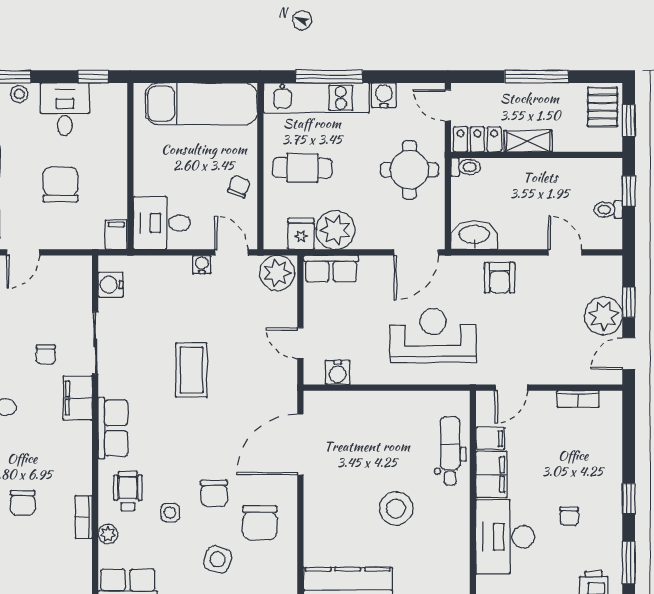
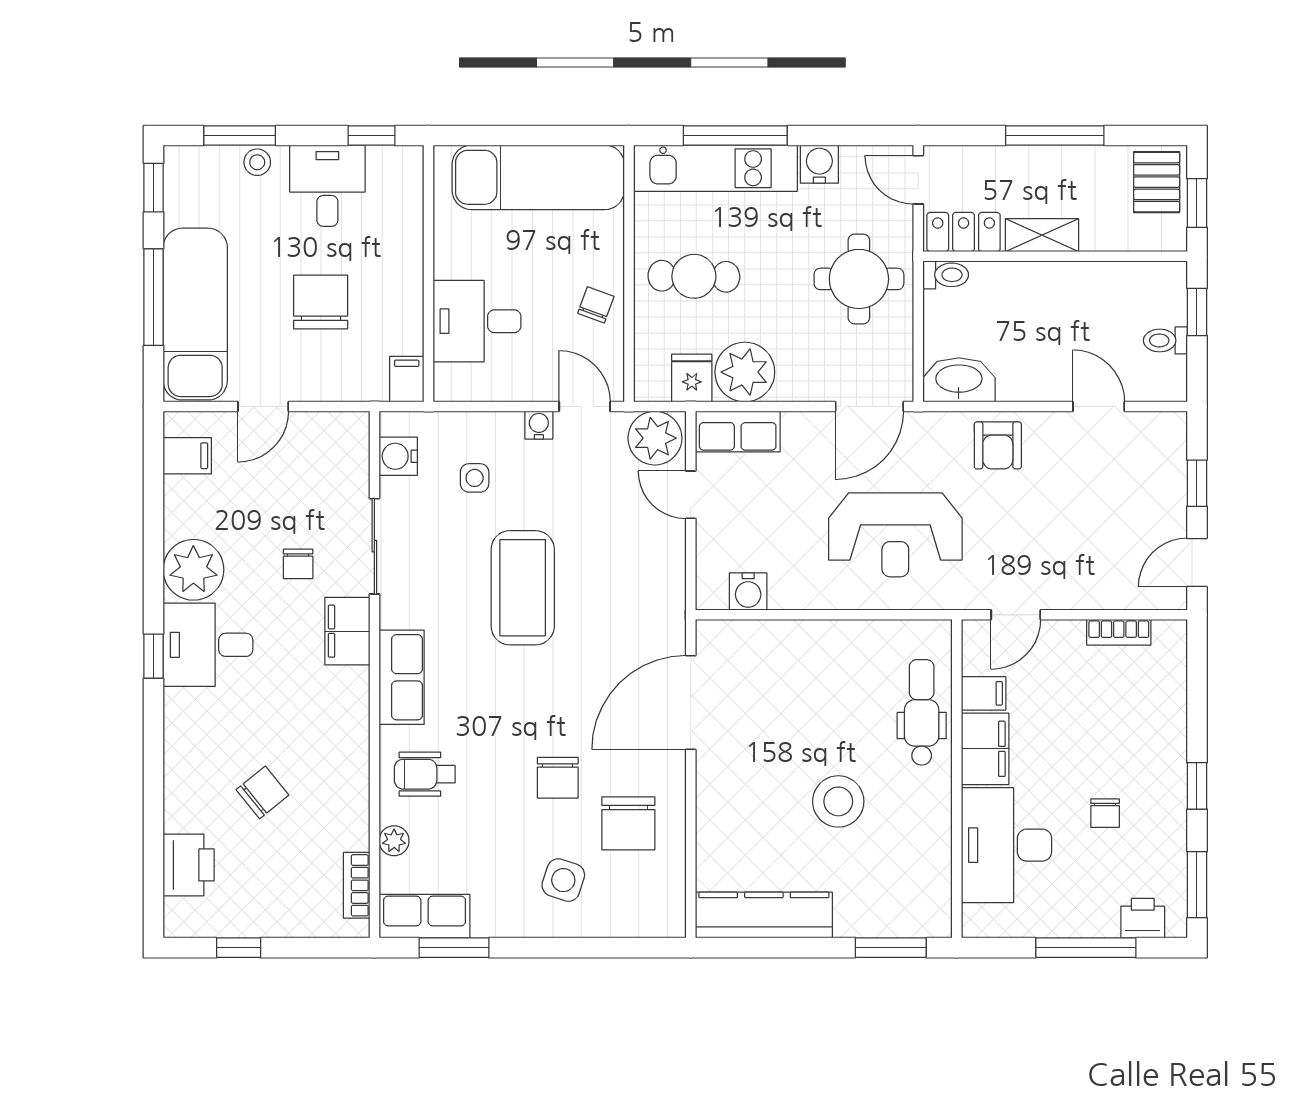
desk: (162, 223) -> (477, 321), moved
plant: (604, 316) -> (1158, 504), removed
reception desk: (433, 336) -> (895, 535), turned 180
door: (300, 343) -> (691, 495), moved
coffee table: (191, 370) -> (523, 588), width x1.36, depth x1.32
wheelchair: (128, 491) -> (425, 774), turned -90
chair: (23, 503) -> (262, 792), turned -129
side table: (170, 513) -> (475, 478), moved
bookcase: (84, 517) -> (357, 885), moved

